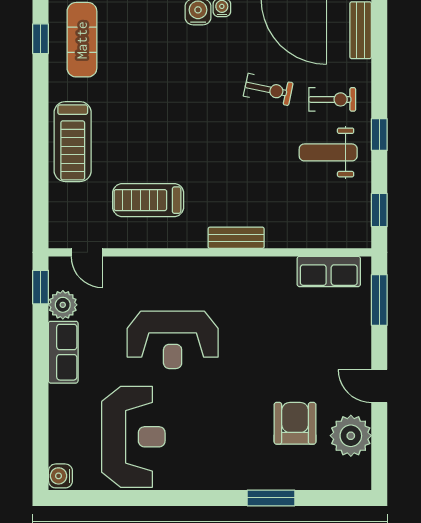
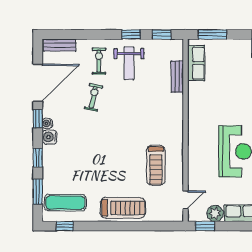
window: (379, 135) -> (131, 34), moved
bench: (236, 238) -> (177, 76), moved

